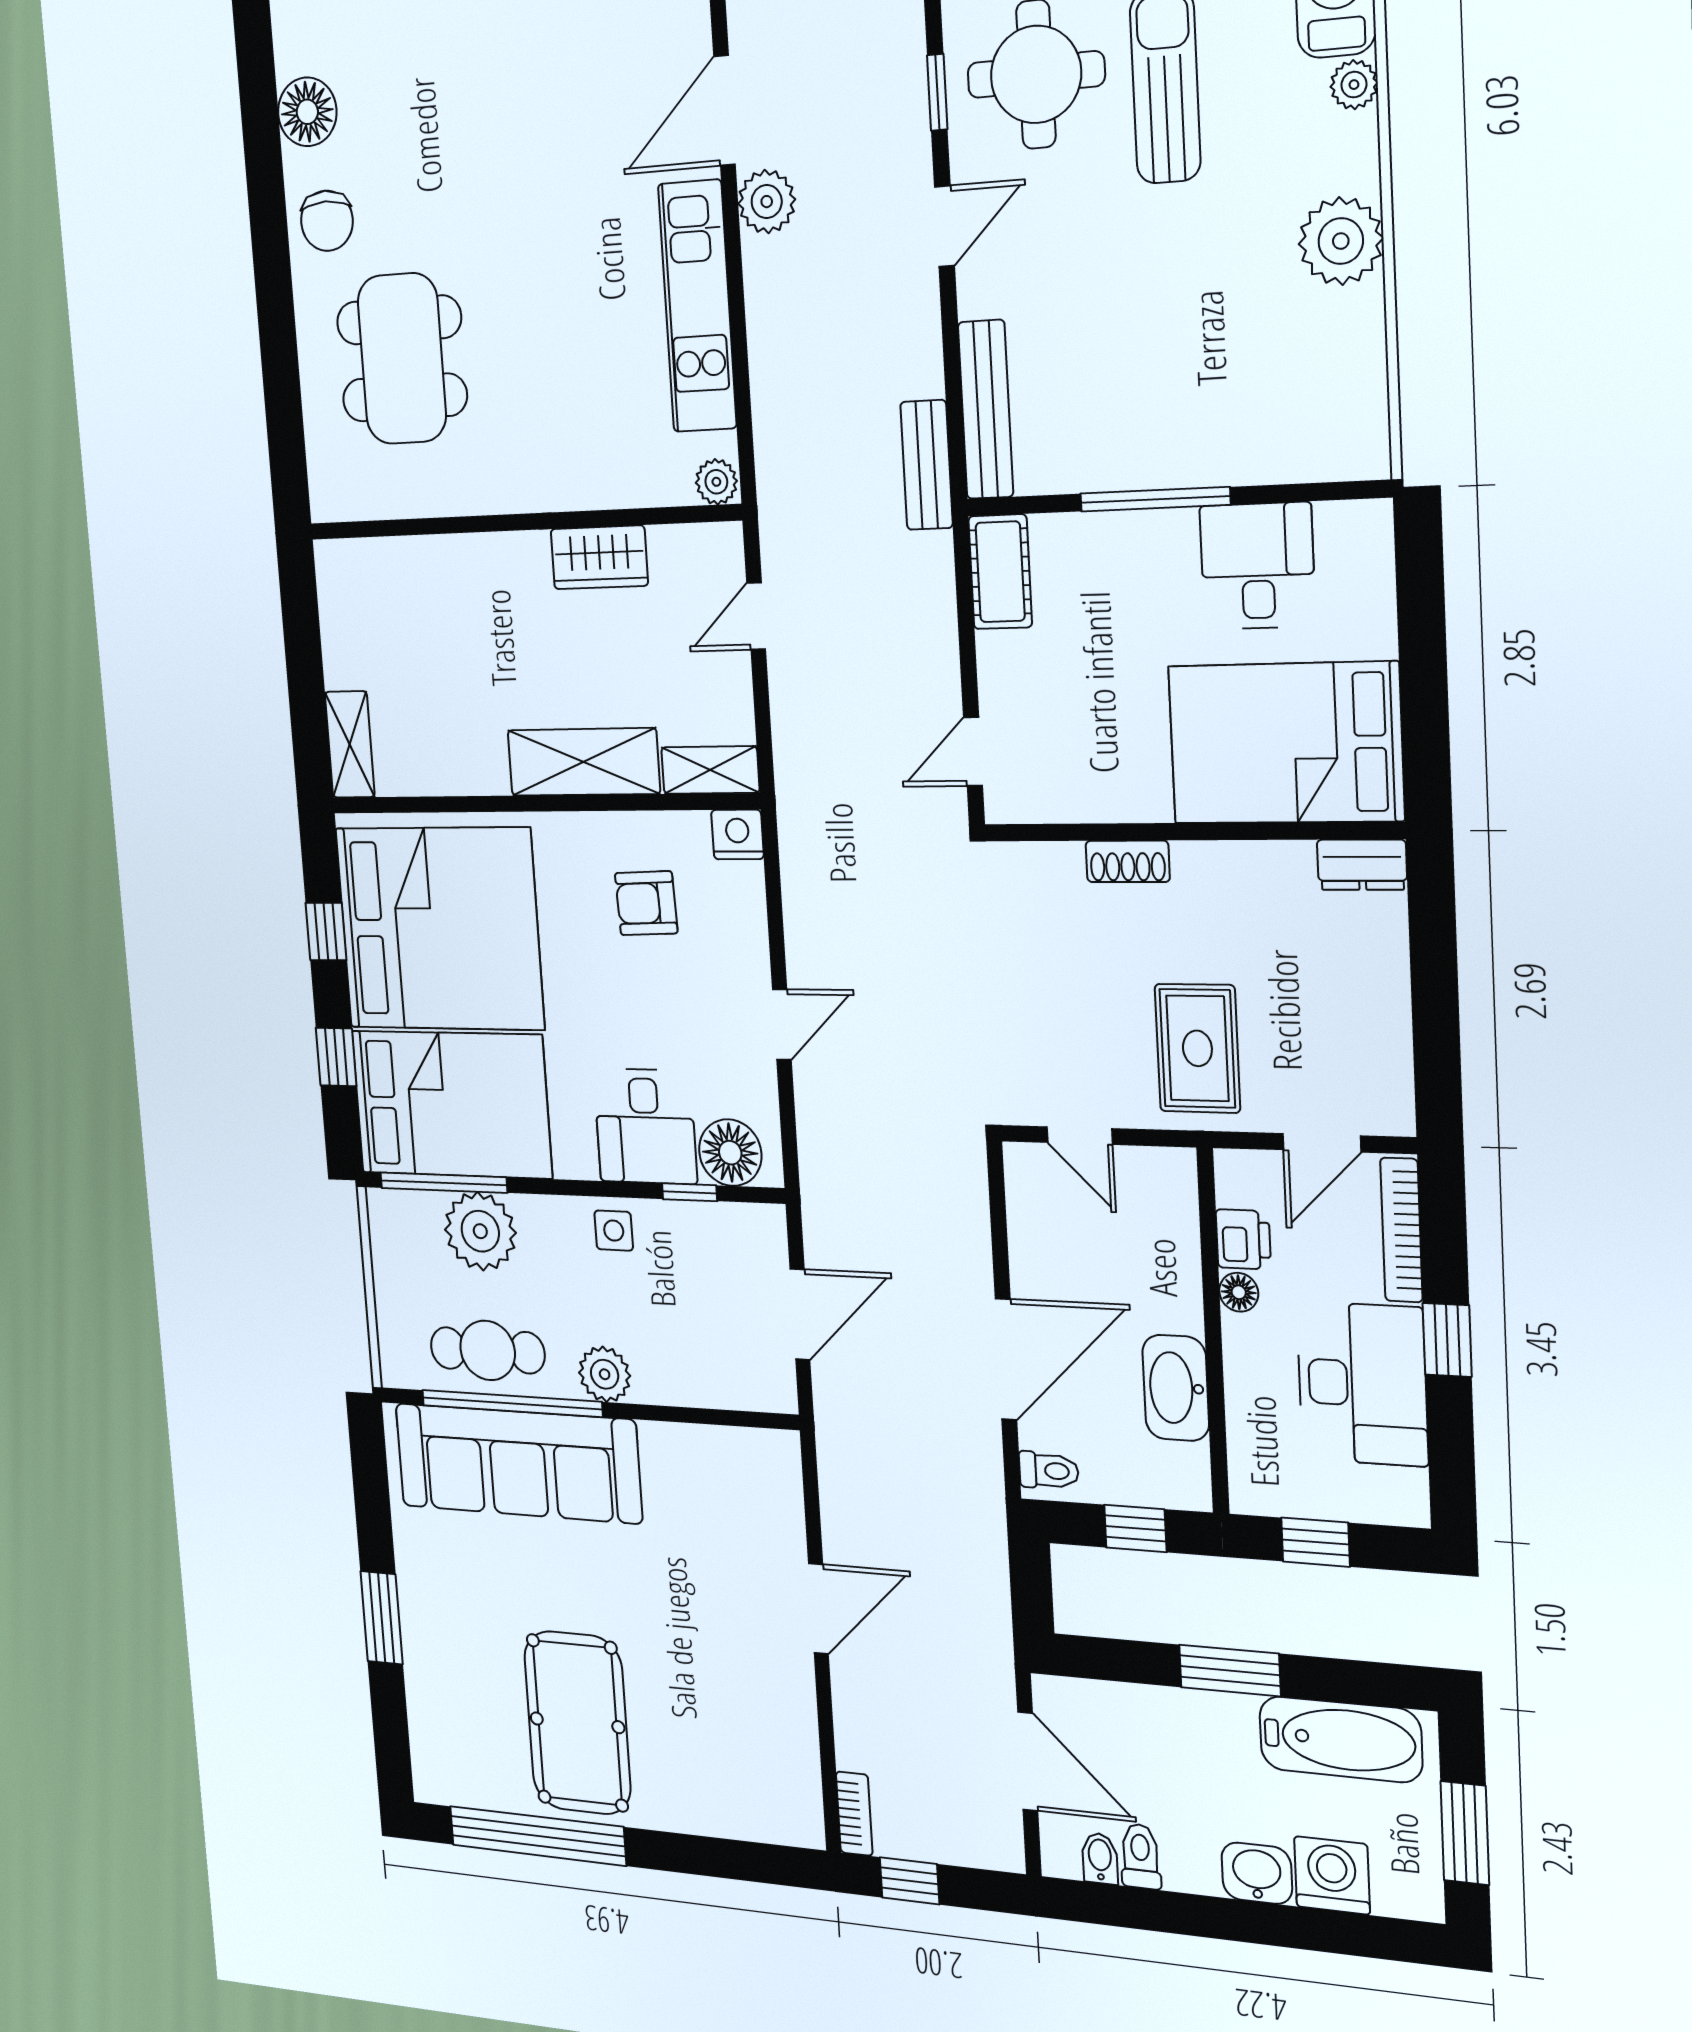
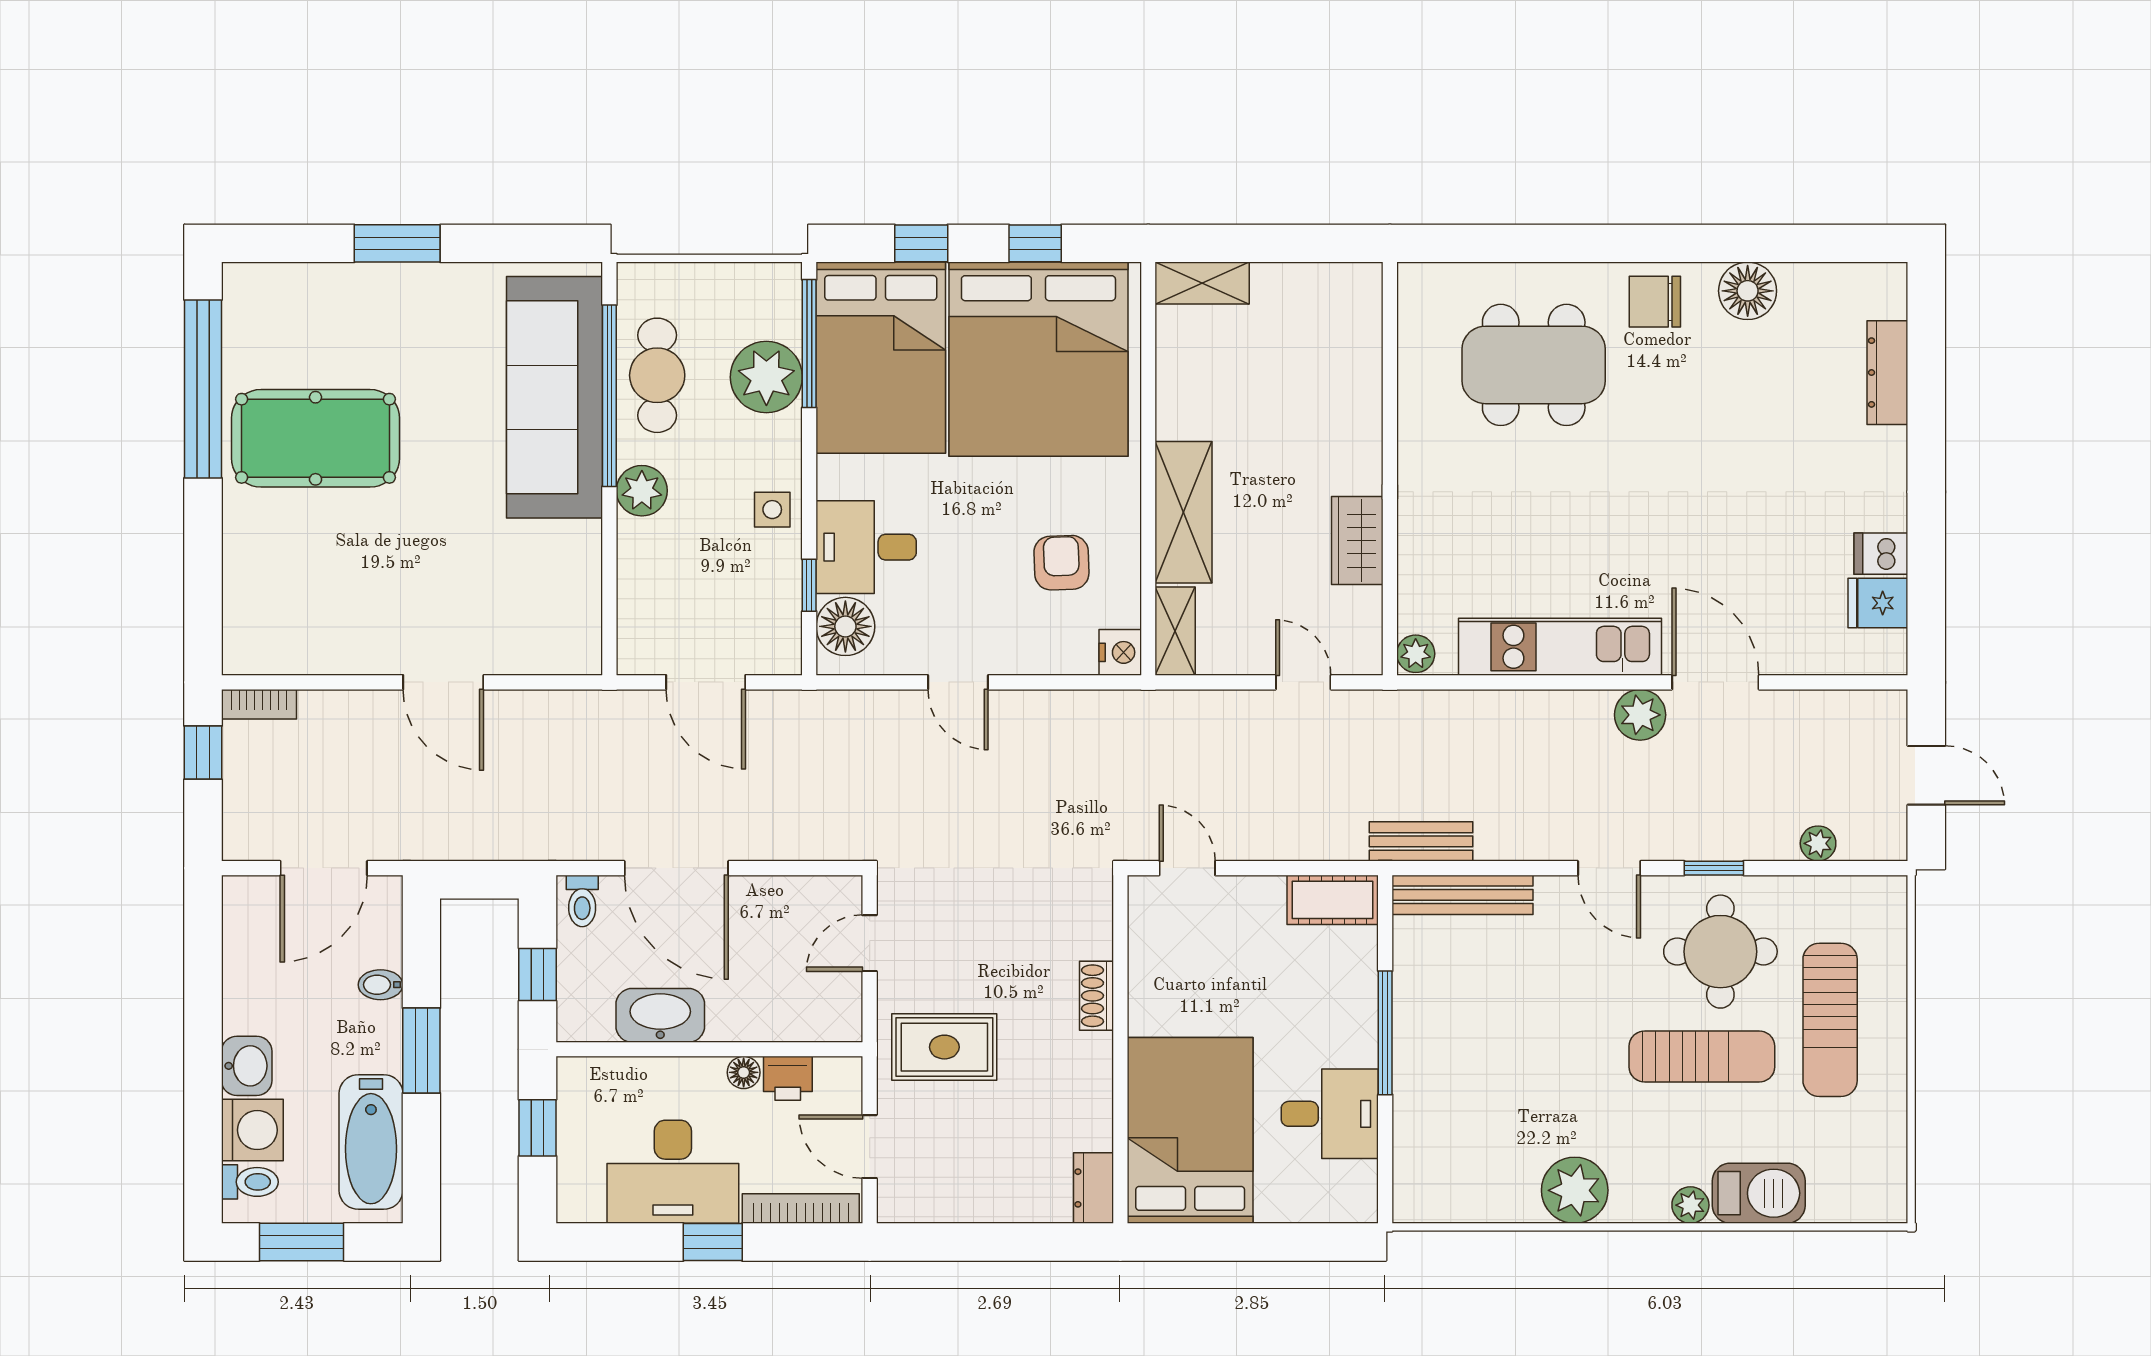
toilet: (1140, 1856) -> (250, 1182), moved
bidet: (1100, 1858) -> (381, 985), moved, turned 180

